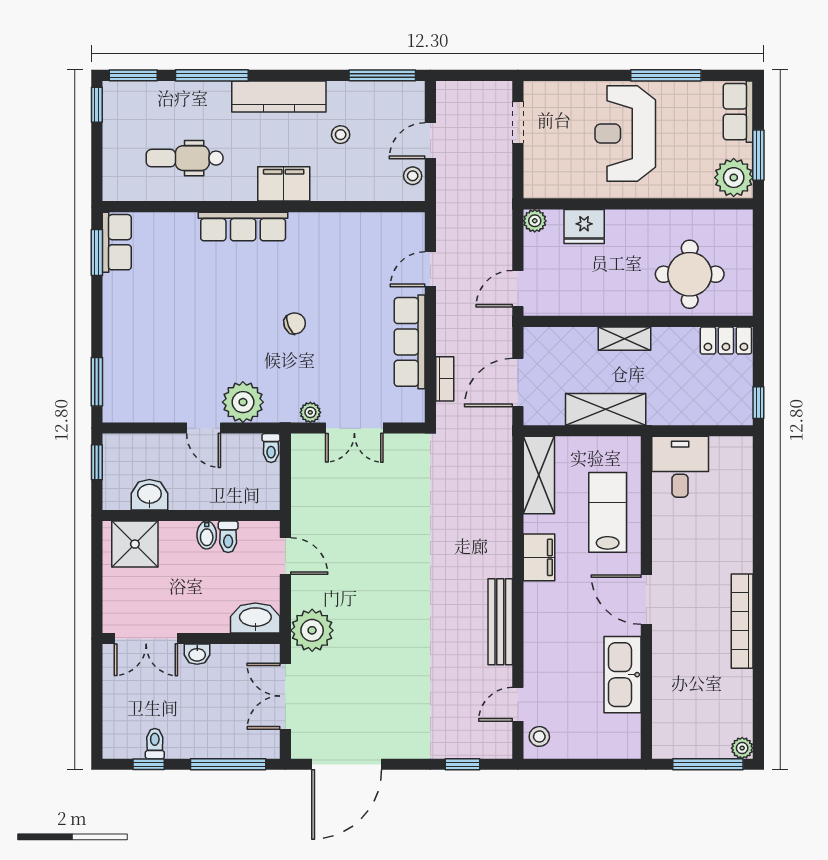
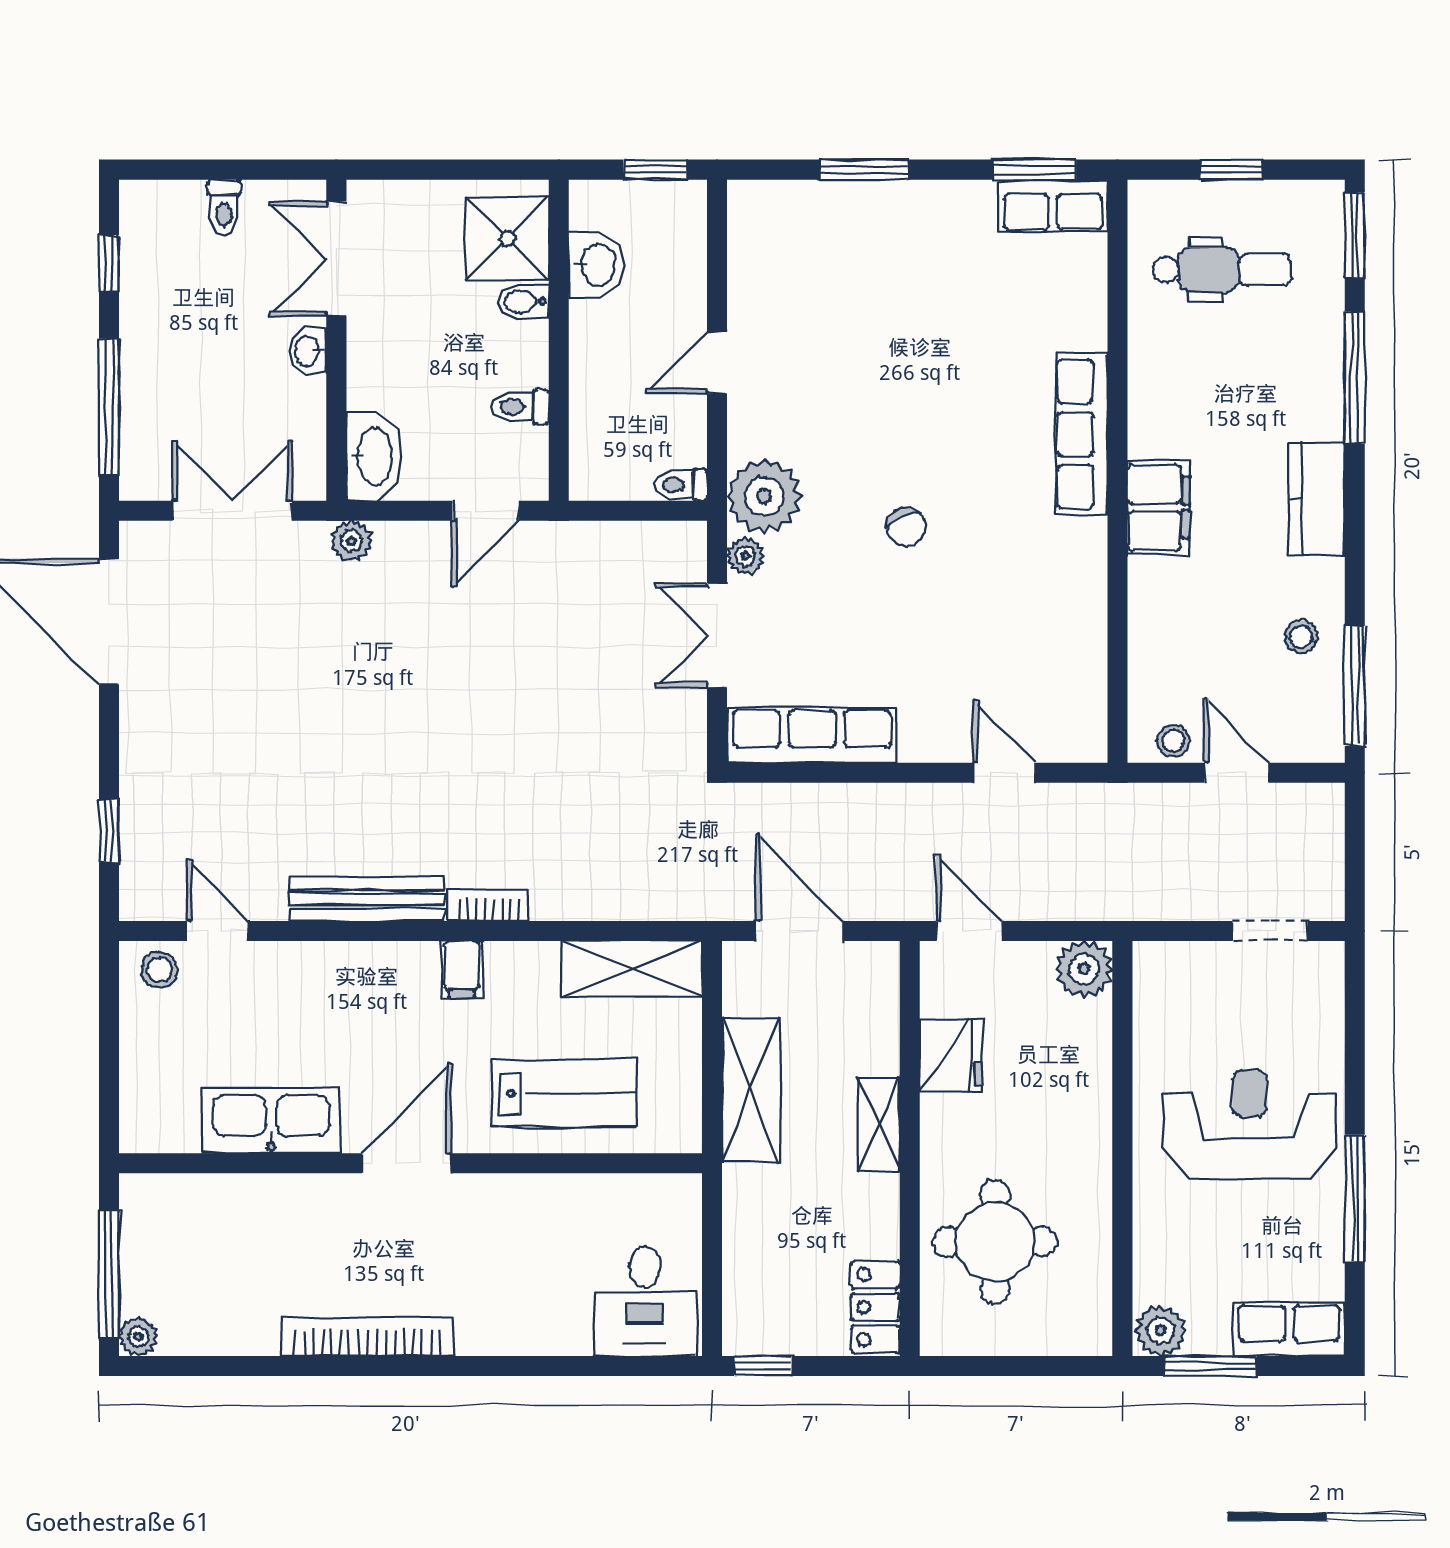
kitchen counter: (279, 97) -> (1316, 499), width x0.67
window: (97, 105) -> (1231, 170), moved
stool: (341, 135) -> (1301, 637), moved
dental chair: (185, 158) -> (1222, 270), moved, turned 90
plant: (734, 178) -> (1161, 1331), width x0.73, depth x0.73
plant: (535, 221) -> (1084, 969), width x1.38, depth x1.38
fridge: (584, 227) -> (951, 1056), moved, turned 180
row of seats: (410, 342) -> (812, 735), moved
bookcase: (445, 379) -> (489, 905), moved, turned 180
window: (97, 382) -> (864, 170), moved
plant: (243, 402) -> (764, 496), moved
desk: (680, 467) -> (645, 1301), moved, turned 90
bidet: (207, 535) -> (524, 301), moved
filing cabinet: (539, 557) -> (462, 969), width x0.50
plant: (312, 630) -> (351, 541), width x0.53, depth x0.53
toilet: (155, 744) -> (224, 207), moved, turned 90

